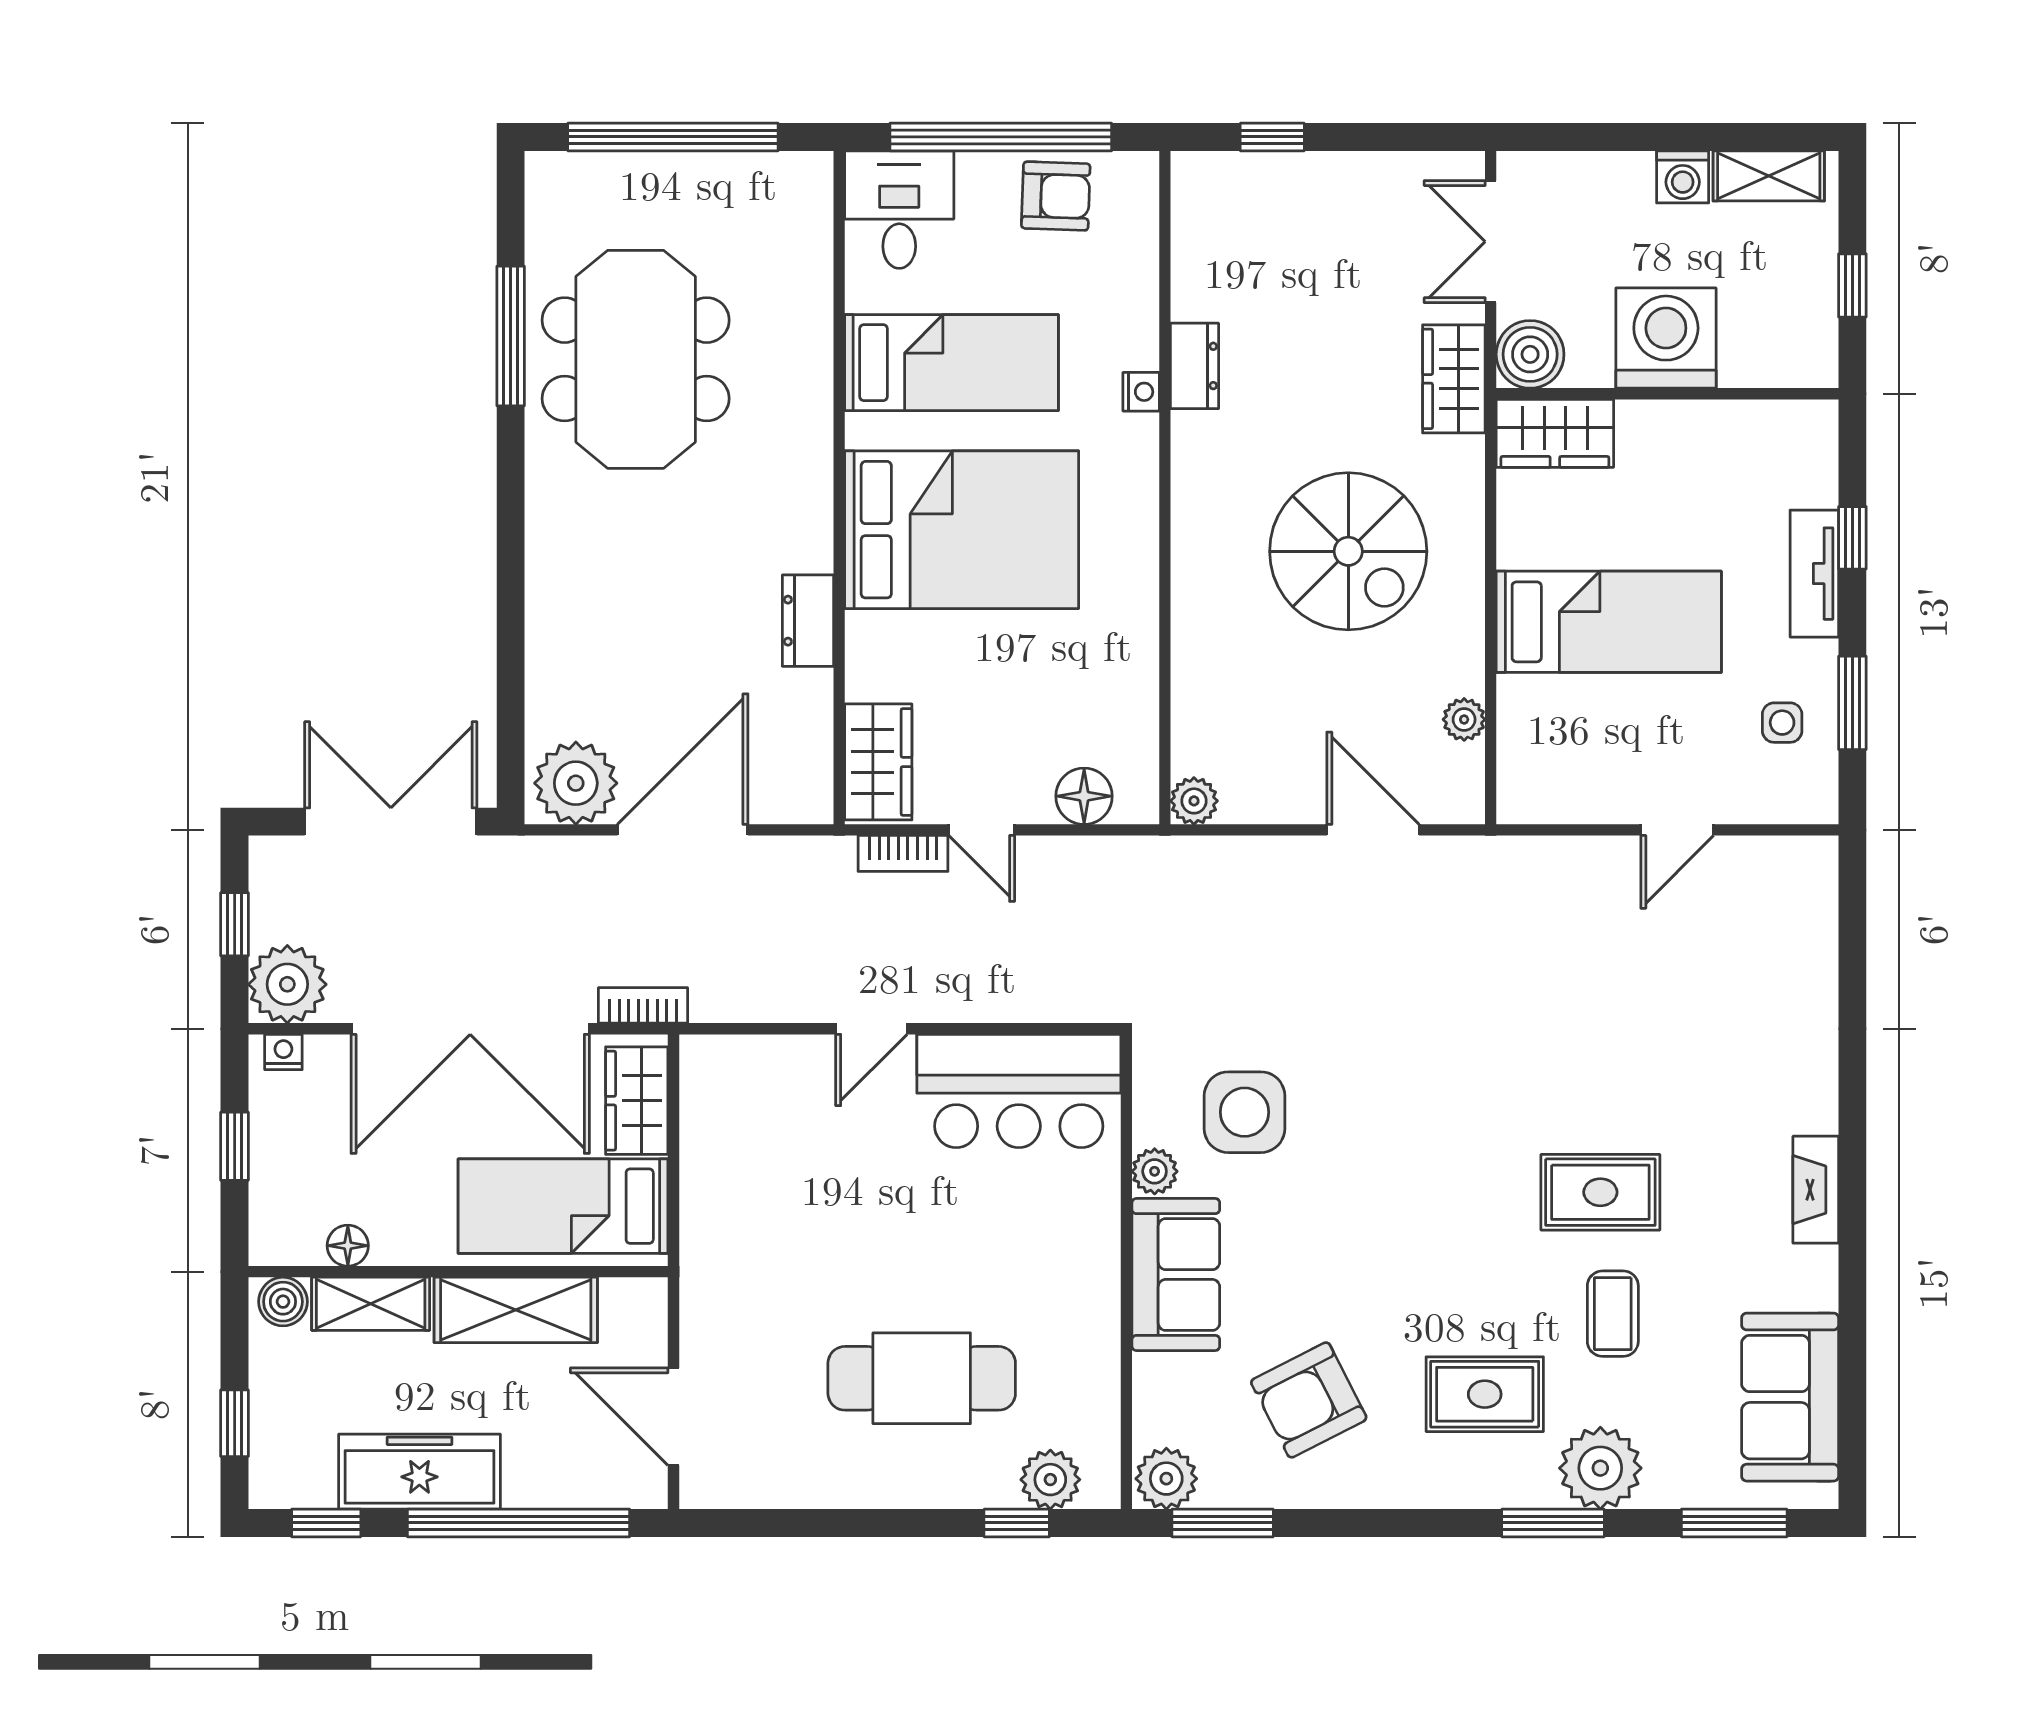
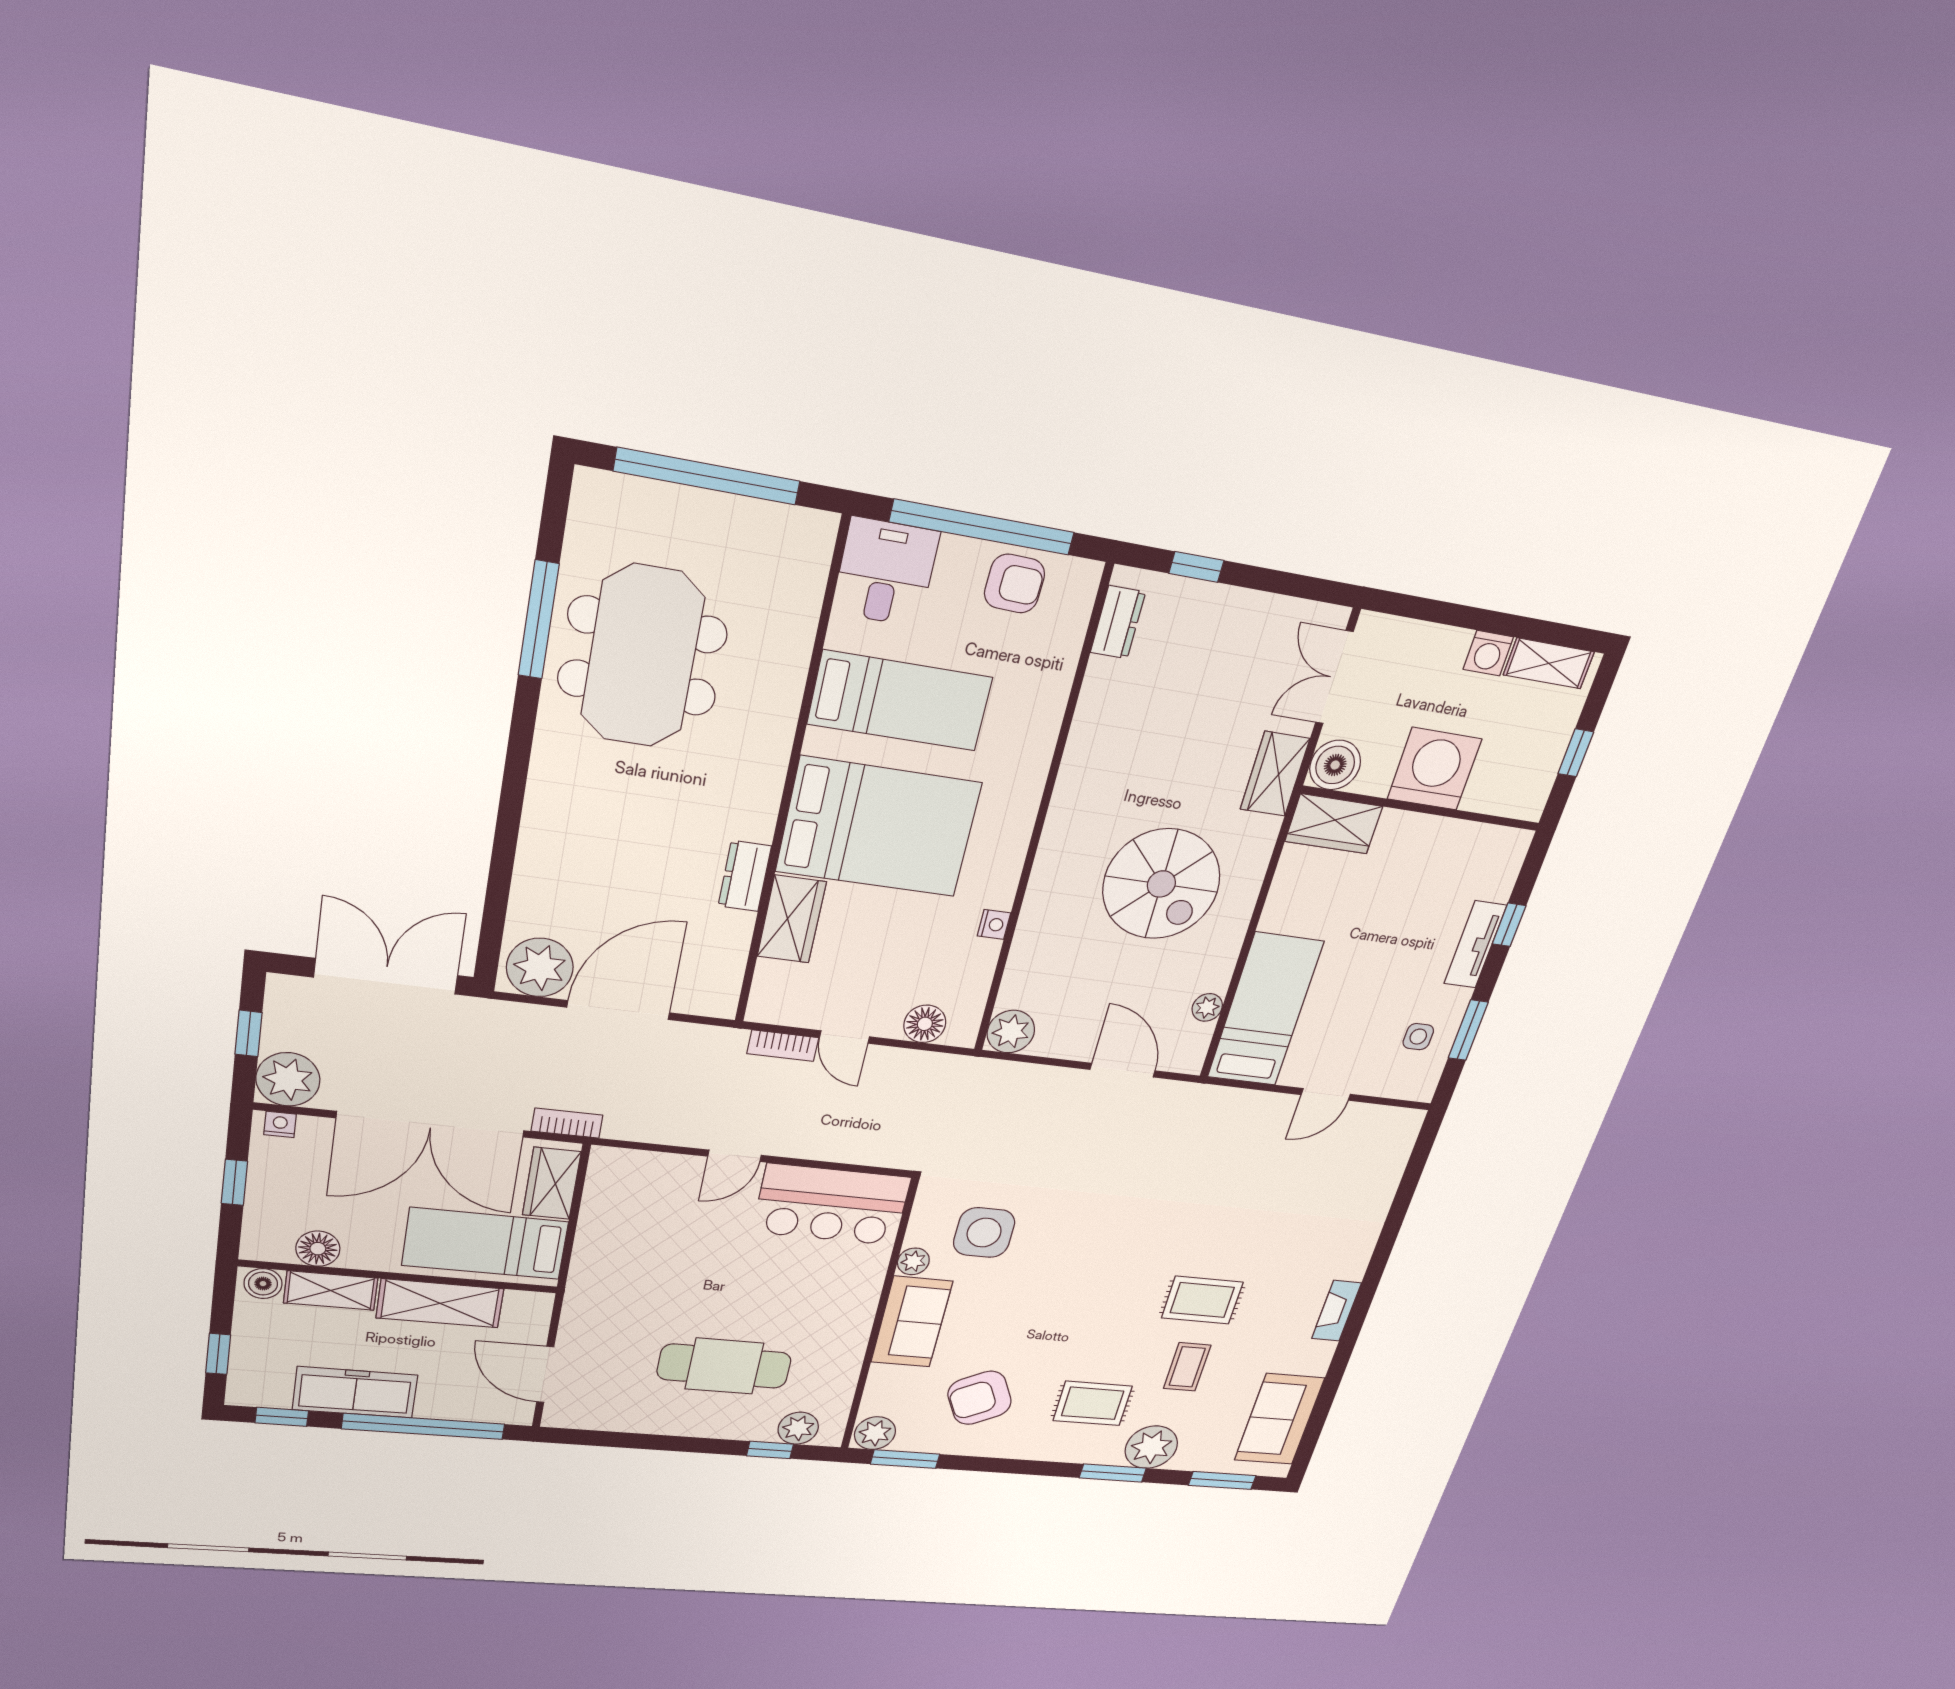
dresser: (1195, 366) -> (1118, 622), moved
nightstand: (1141, 392) -> (994, 924), moved
bed: (1609, 622) -> (1265, 1010), moved, turned -90
wardrobe: (878, 762) -> (792, 919), moved
plant: (1194, 801) -> (1011, 1032), width x1.38, depth x1.38
floor lamp: (348, 1246) -> (318, 1249), width x1.37, depth x1.37

